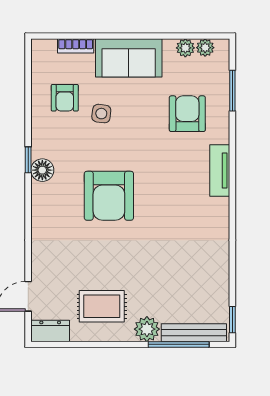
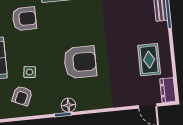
armchair: (65, 98) -> (22, 96), turned 114
armchair: (187, 114) -> (24, 19), turned 180
plant: (147, 329) -> (160, 30), removed

